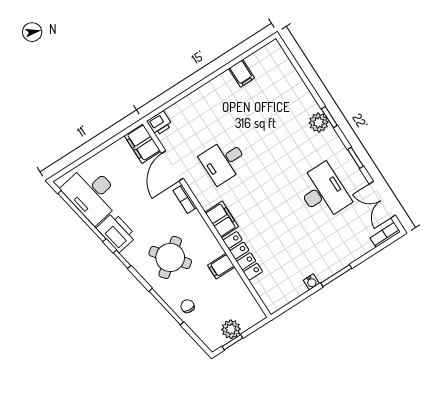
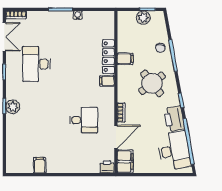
filing cabinet: (222, 220) -> (107, 81), width x0.50

